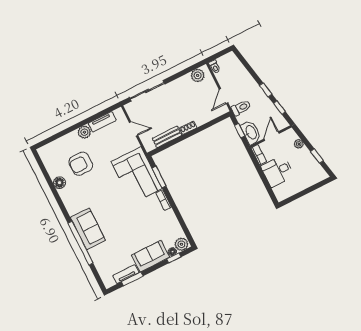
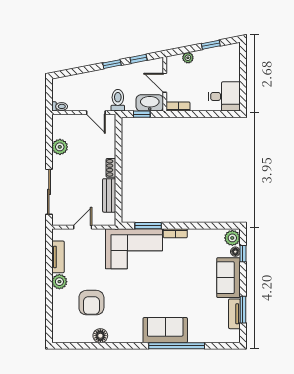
plant: (198, 75) -> (60, 147), moved
desk: (277, 171) -> (224, 96), moved, turned -90

